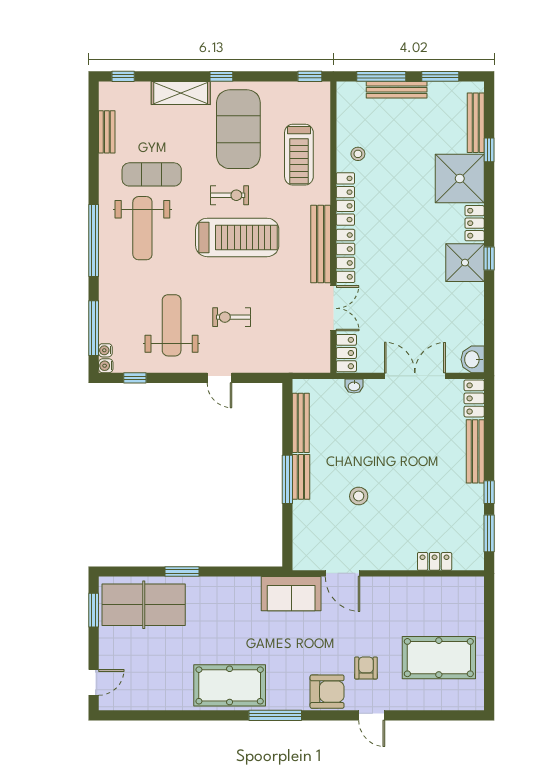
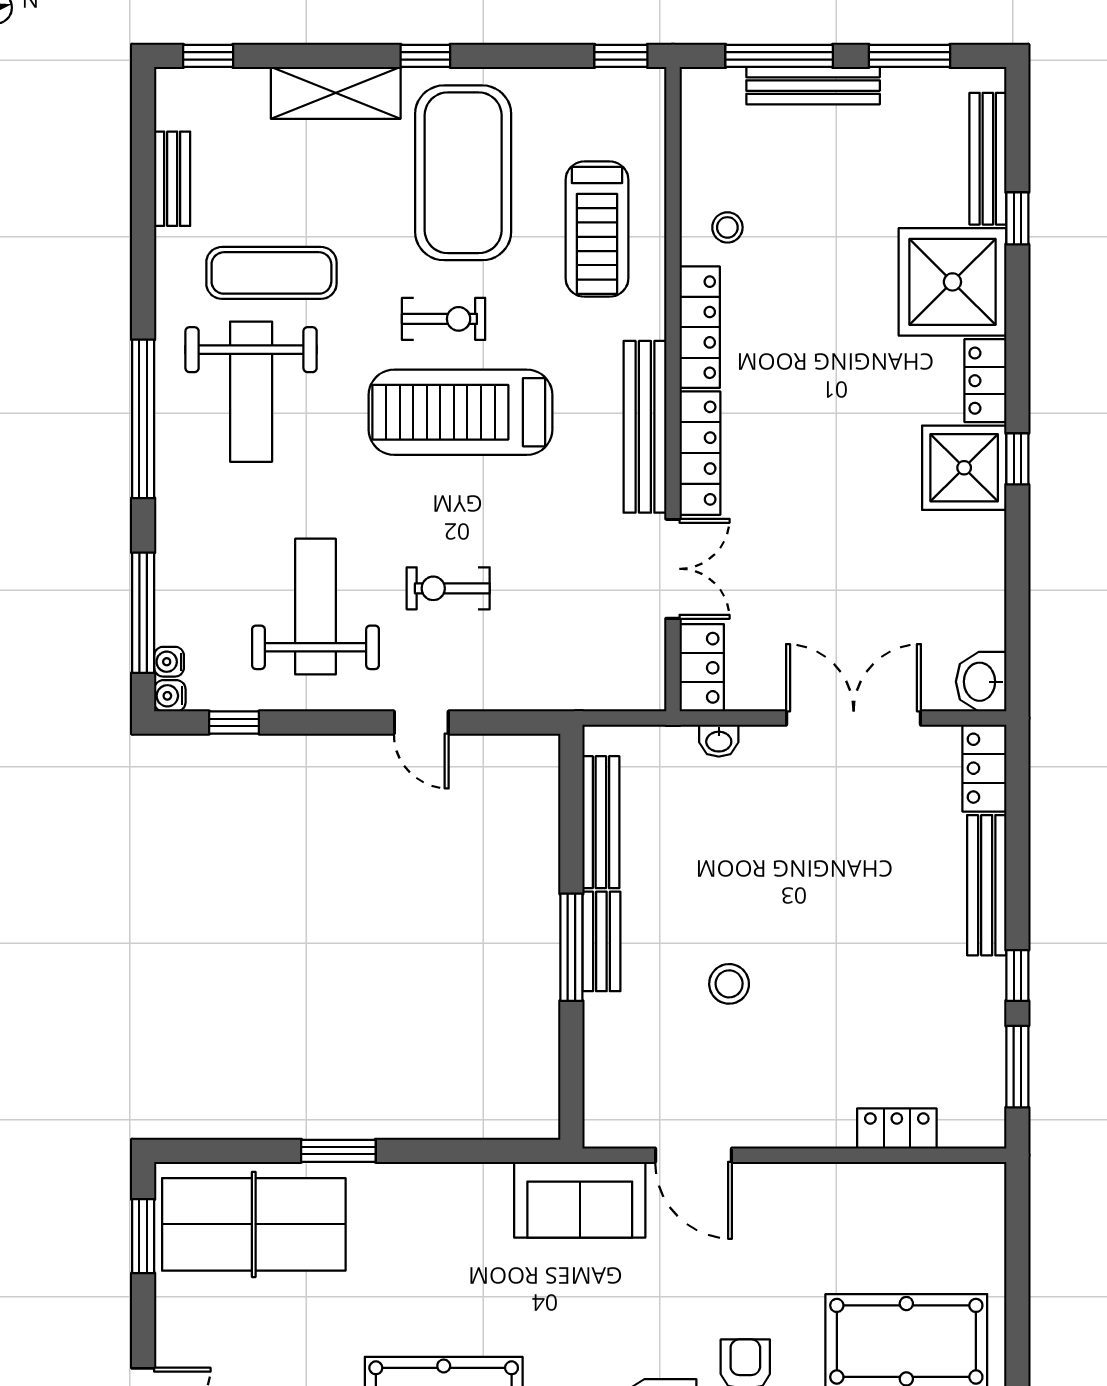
treadmill: (237, 237) -> (461, 412), turned 180

